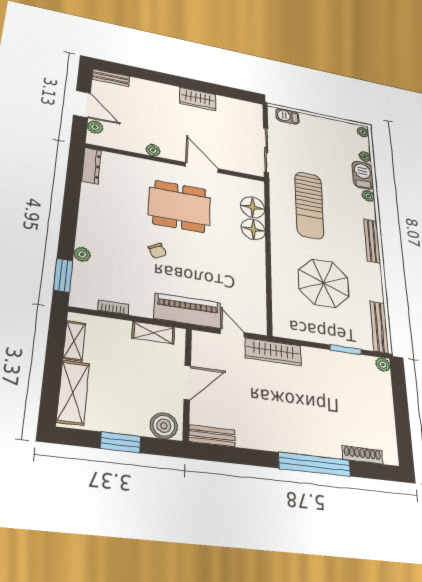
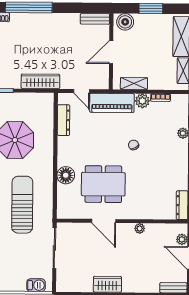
dining table: (180, 206) -> (103, 184), moved
floor lamp: (253, 207) -> (66, 194), removed
dresser: (258, 298) -> (64, 120), added
plant: (141, 307) -> (142, 101), added
wardrobe: (273, 352) -> (40, 81), moved

